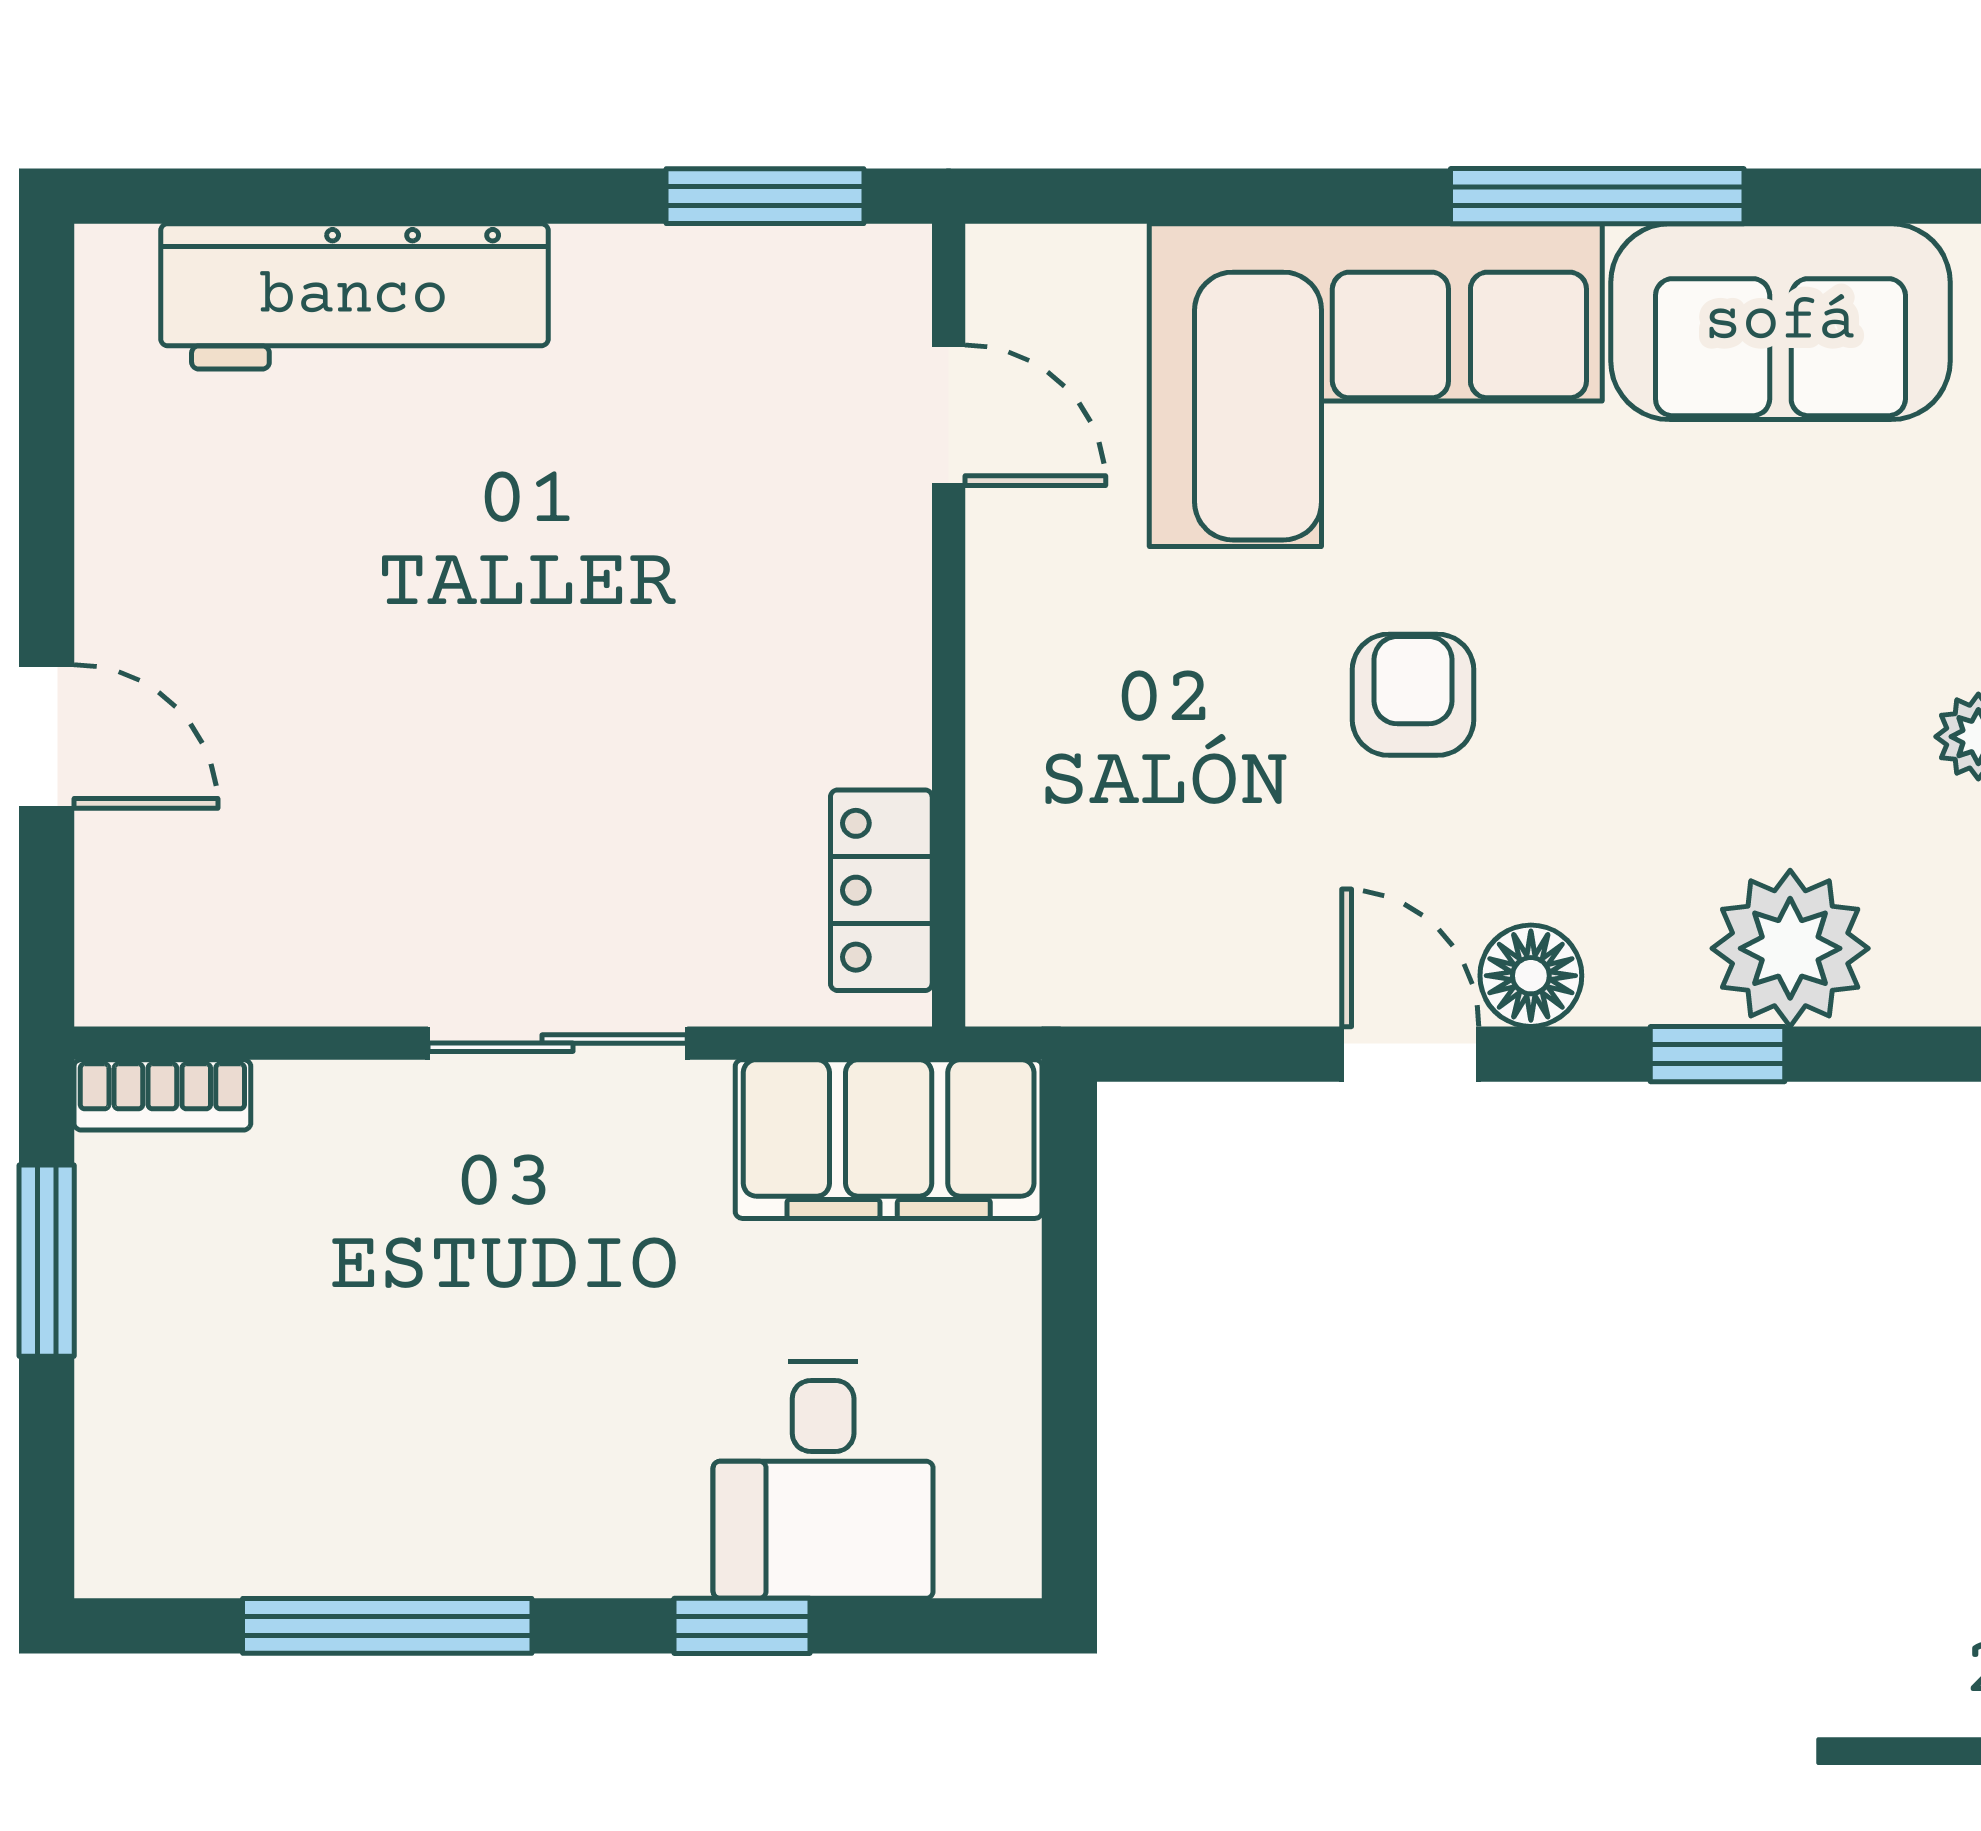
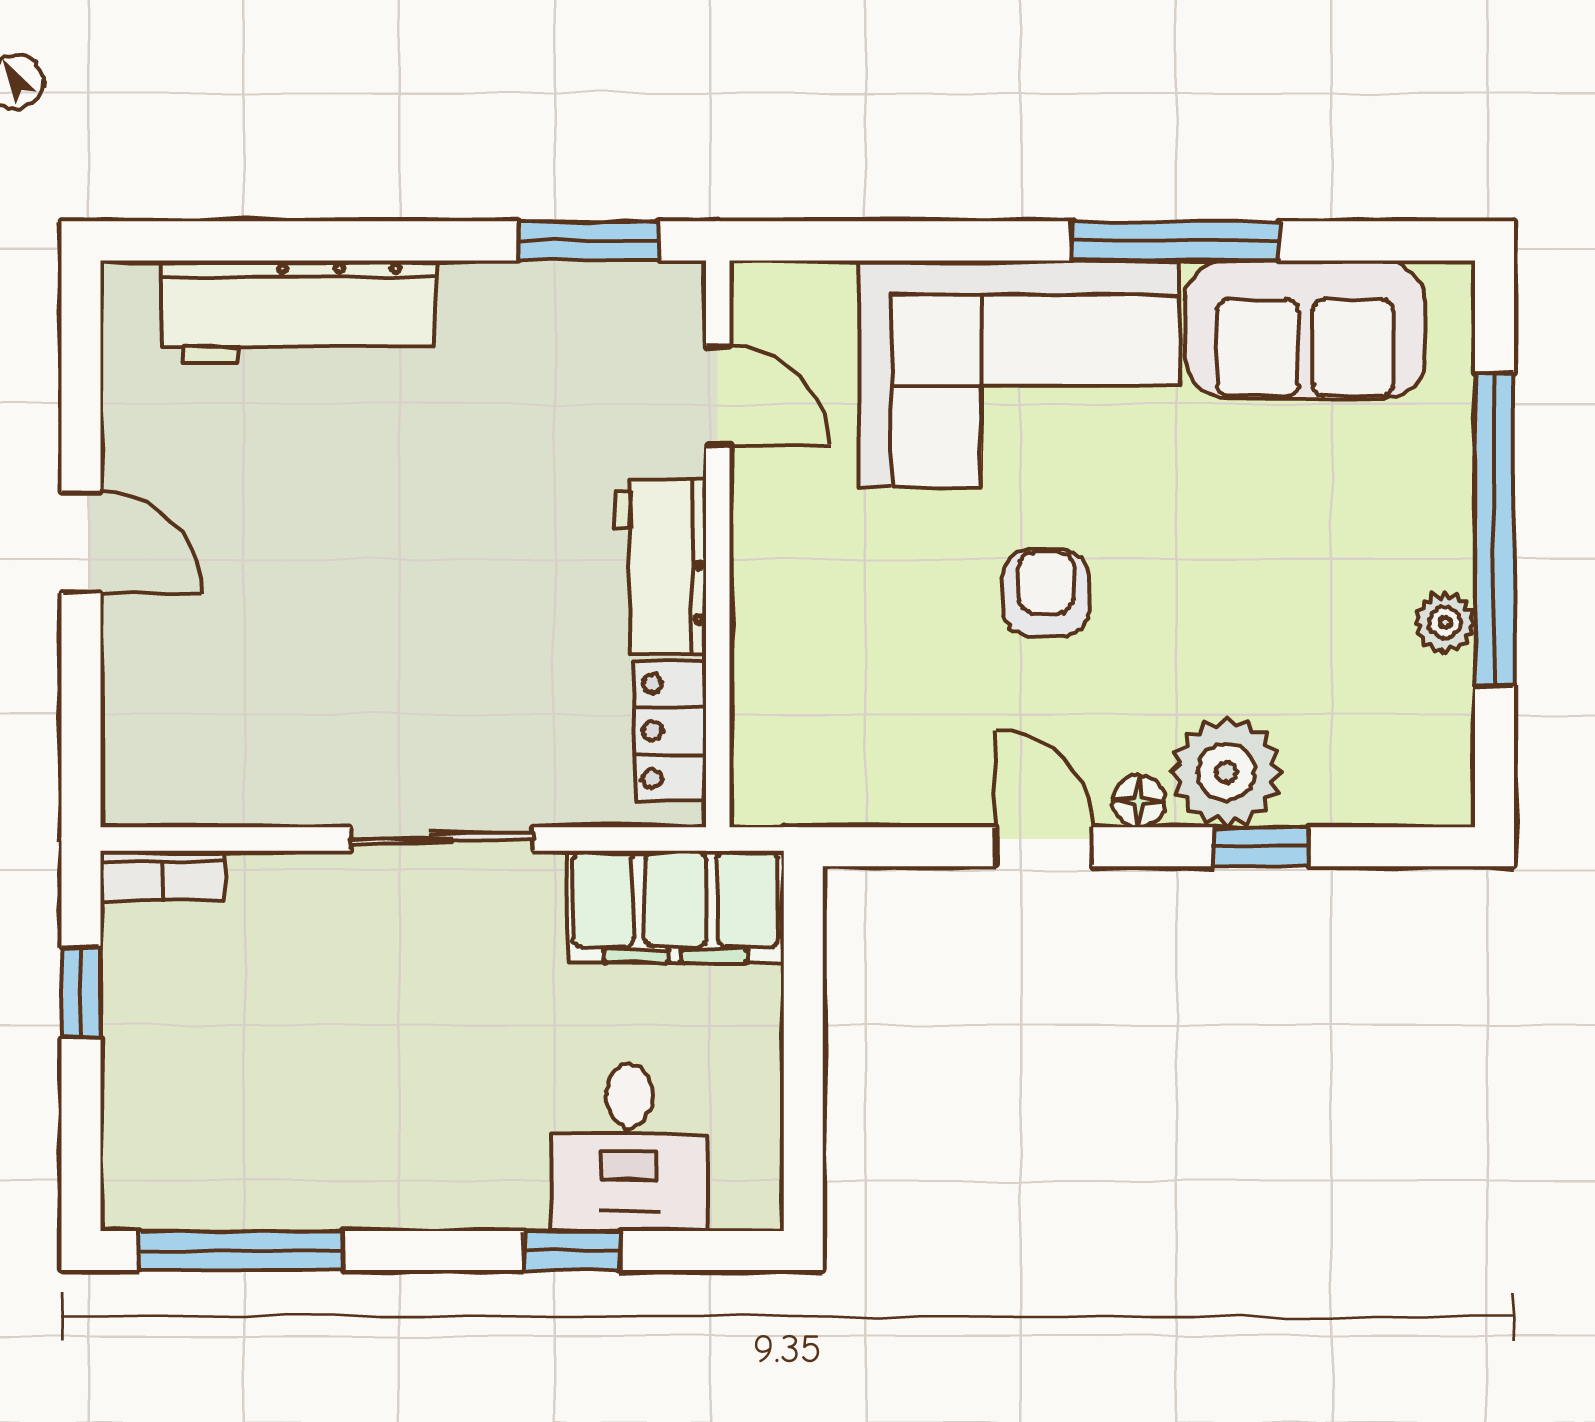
workbench: (868, 657) -> (661, 566), added
door: (47, 736) -> (81, 543), moved
plant: (1790, 948) -> (1226, 772), moved
floor lamp: (1531, 976) -> (1139, 801), width x0.73, depth x0.73
window: (47, 1261) -> (81, 993), width x0.67
window: (387, 1626) -> (241, 1251), moved

